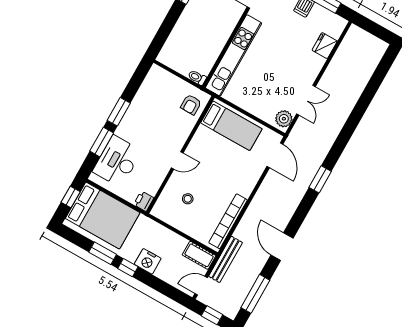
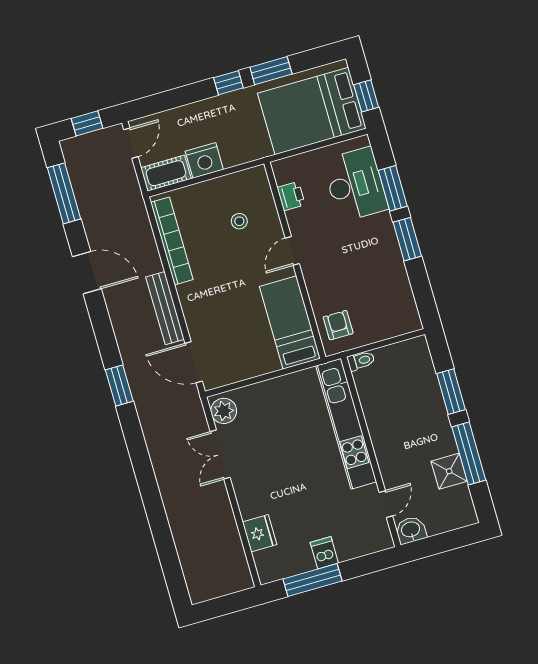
window: (170, 21) -> (451, 392), added
bed: (231, 126) -> (290, 322), moved, turned 90
printer: (144, 201) -> (291, 196), moved
bench: (225, 259) -> (165, 308), moved
nightstand: (148, 261) -> (204, 160), moved, turned 180

